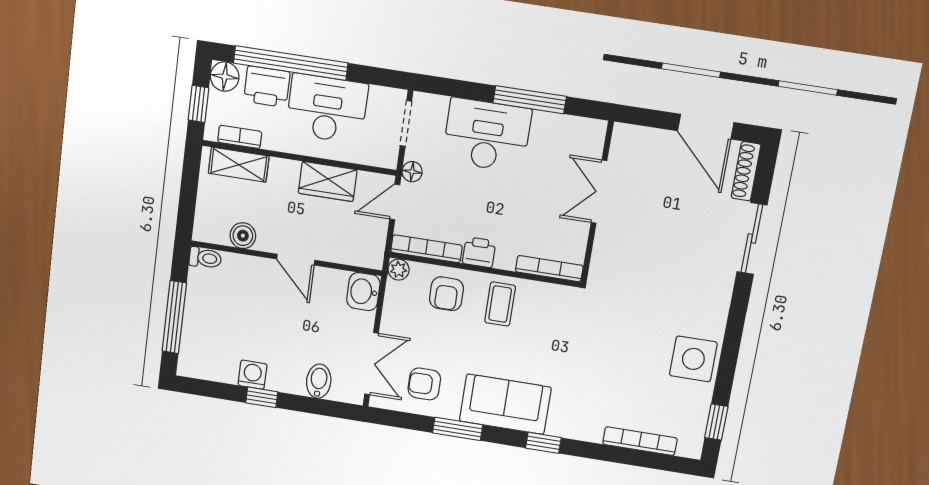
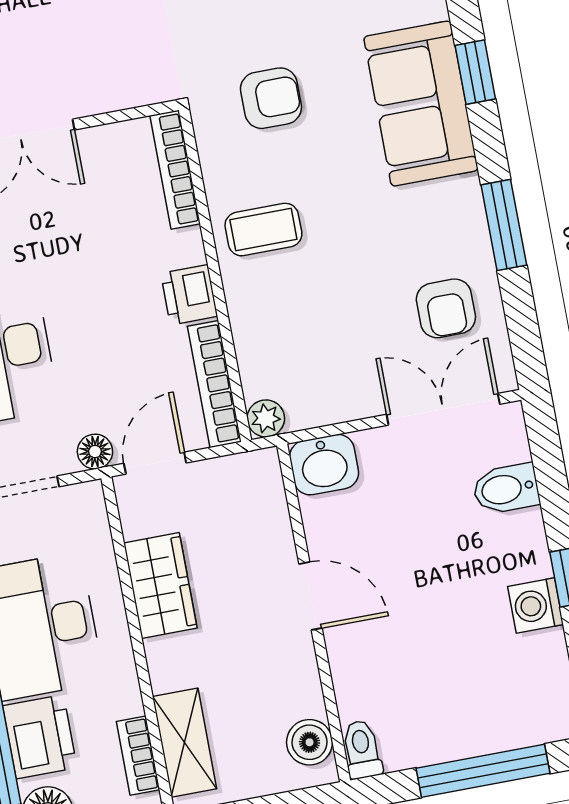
door: (395, 202) -> (155, 463), swing flipped
boiler: (243, 236) -> (310, 742), moved
door: (296, 260) -> (310, 596), hinge flipped
armchair: (446, 294) -> (271, 98), moved
sofa: (505, 404) -> (421, 104), moved

